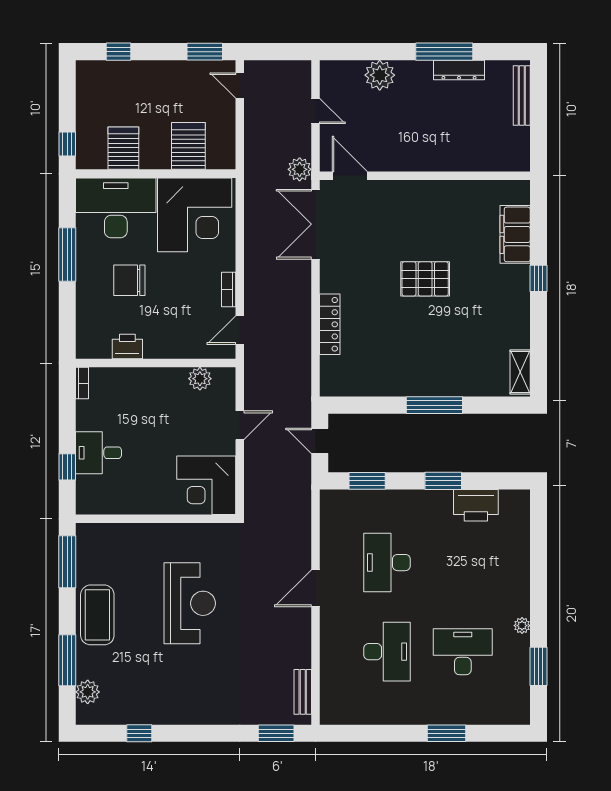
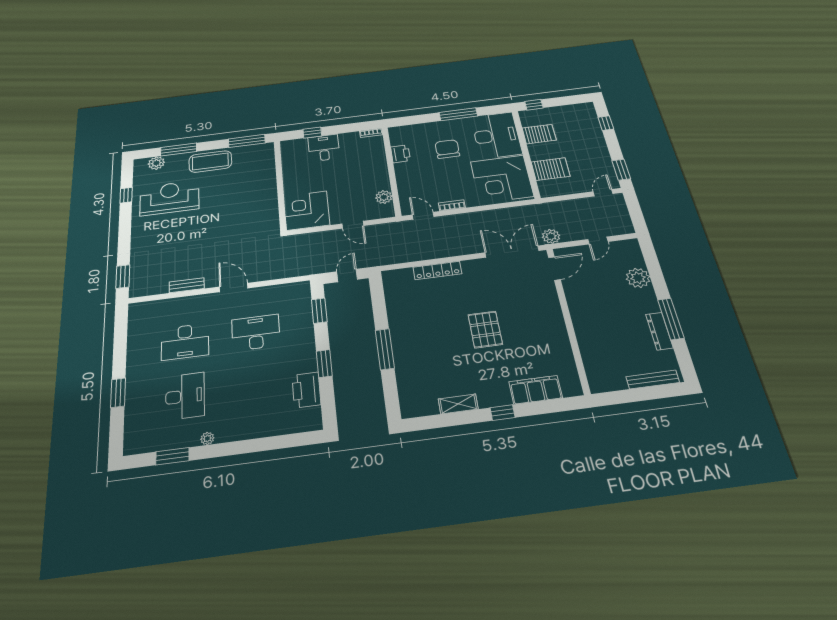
shelving: (520, 372) -> (458, 404), moved
reception desk: (190, 603) -> (170, 198), moved, turned 180
bench: (303, 692) -> (187, 285), moved

